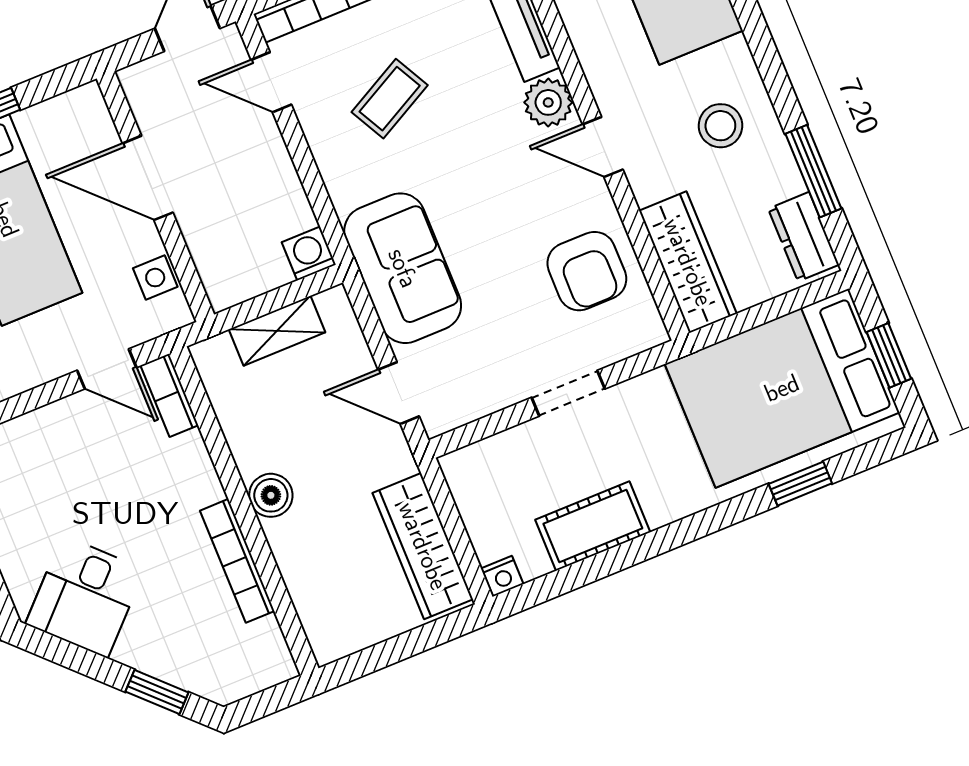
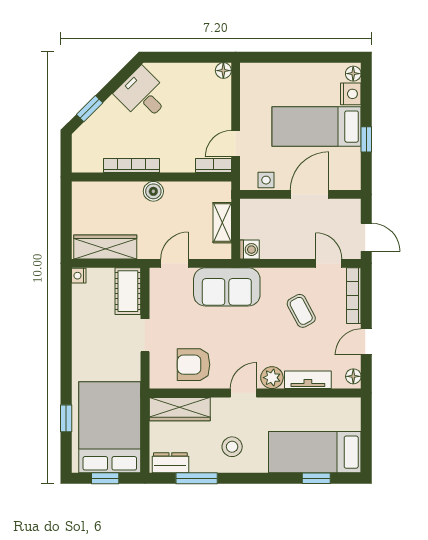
door: (271, 82) -> (329, 263), hinge flipped
cot: (593, 526) -> (128, 291), moved

